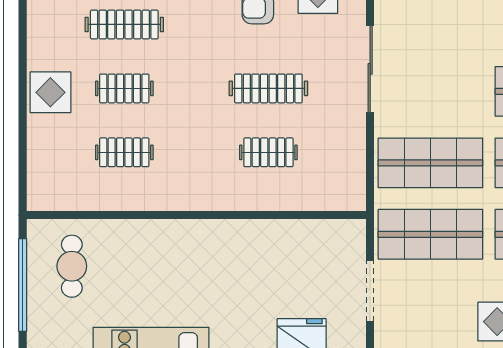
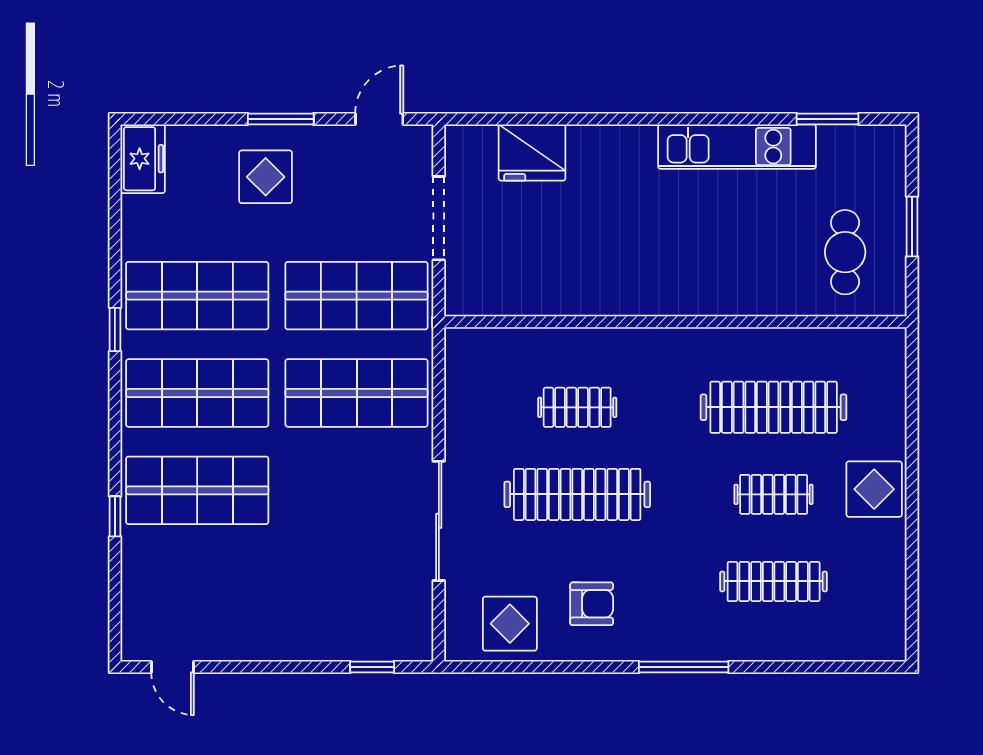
clothes rail: (268, 88) -> (577, 494), width x1.37, depth x1.31
clothes rail: (124, 152) -> (774, 407), width x1.86, depth x1.31
window: (23, 285) -> (912, 227), width x0.47

